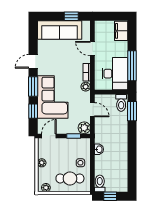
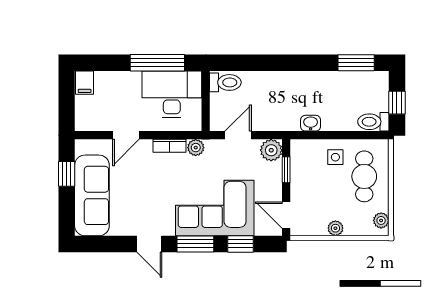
filing cabinet: (121, 31) -> (85, 83), width x0.50
window: (132, 111) -> (356, 63), moved

